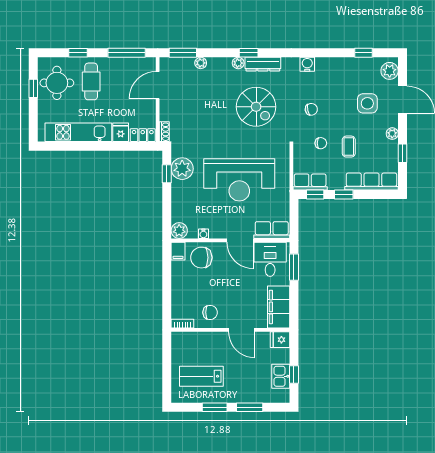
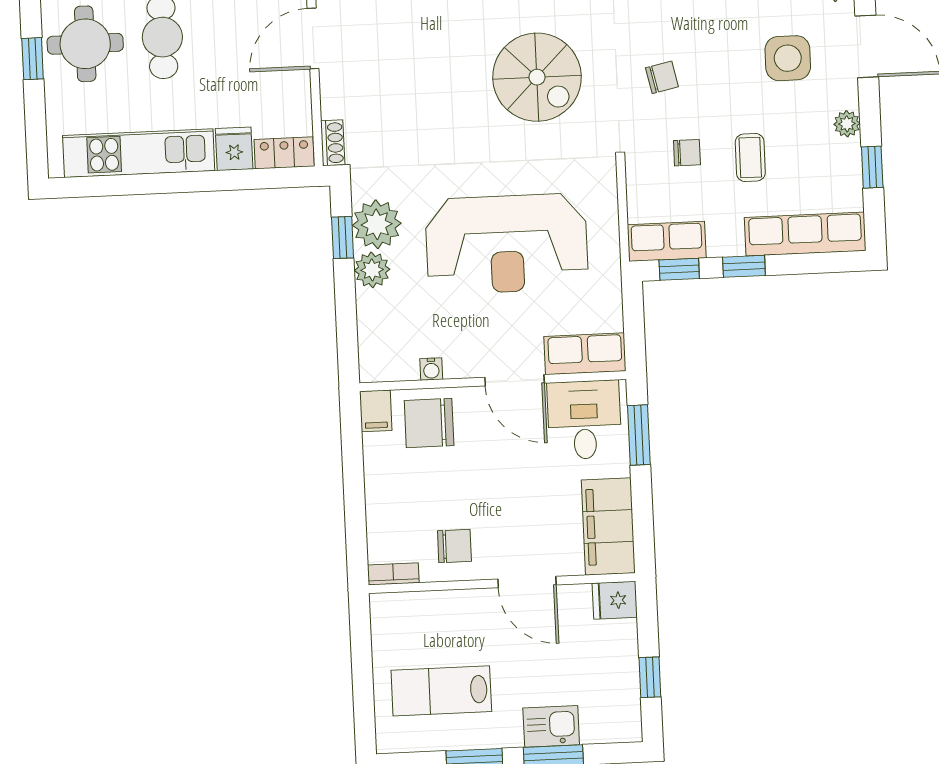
plant: (179, 231) -> (372, 270), moved
kitchen sink: (281, 376) -> (551, 726), moved, turned 90

